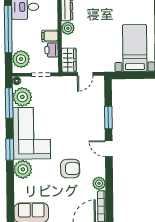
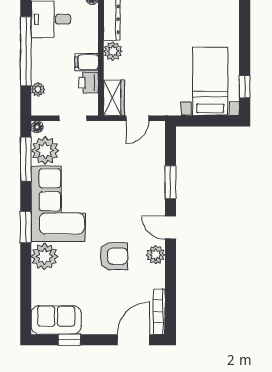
plant: (21, 59) -> (38, 89), width x0.53, depth x0.53
plant: (99, 183) -> (156, 255), moved

